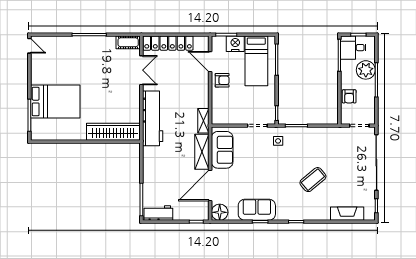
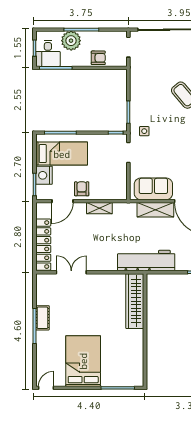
cot: (128, 42) -> (42, 318), moved
bed: (55, 102) -> (83, 361), moved
workbench: (153, 118) -> (146, 261), moved
shelving: (203, 121) -> (99, 208), moved

